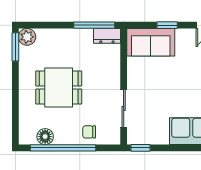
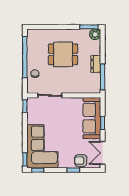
dresser: (107, 36) -> (96, 64), moved
sofa: (151, 42) -> (92, 118), width x1.36
dining table: (59, 88) -> (63, 54), turned 90
floor lamp: (45, 137) -> (32, 46), removed

